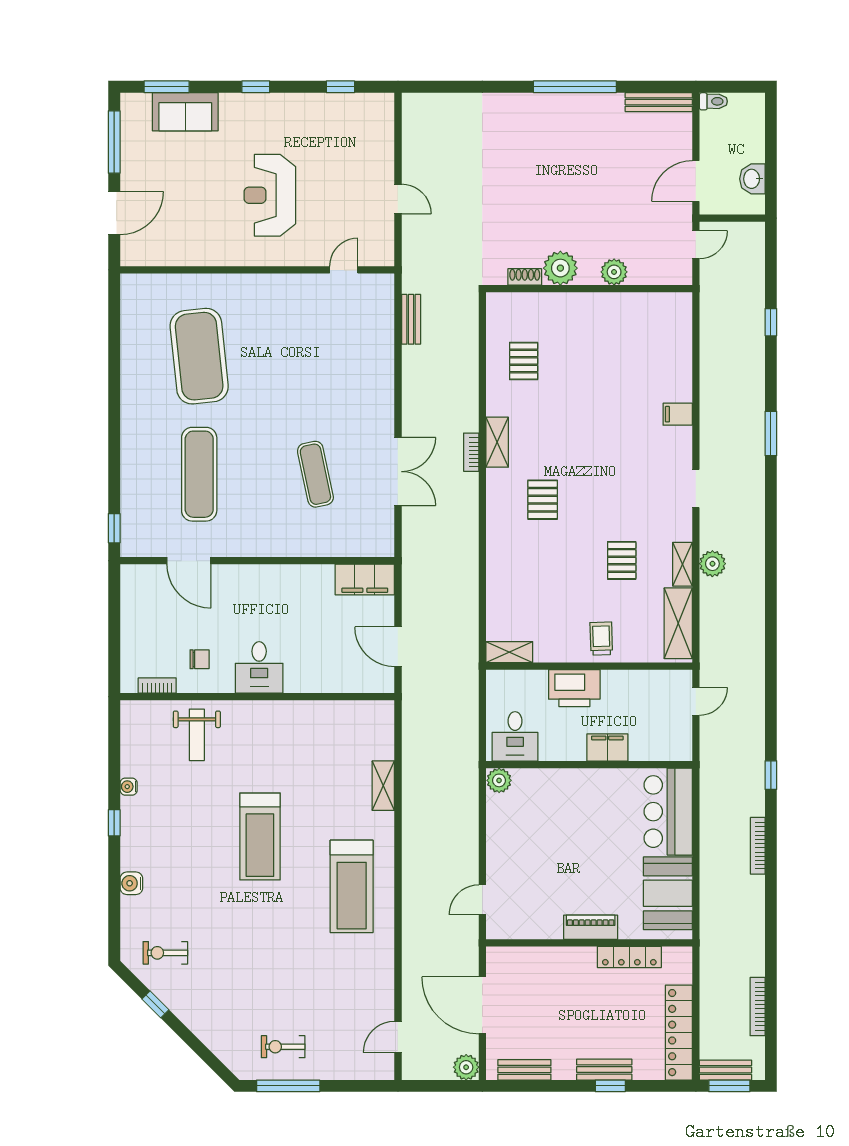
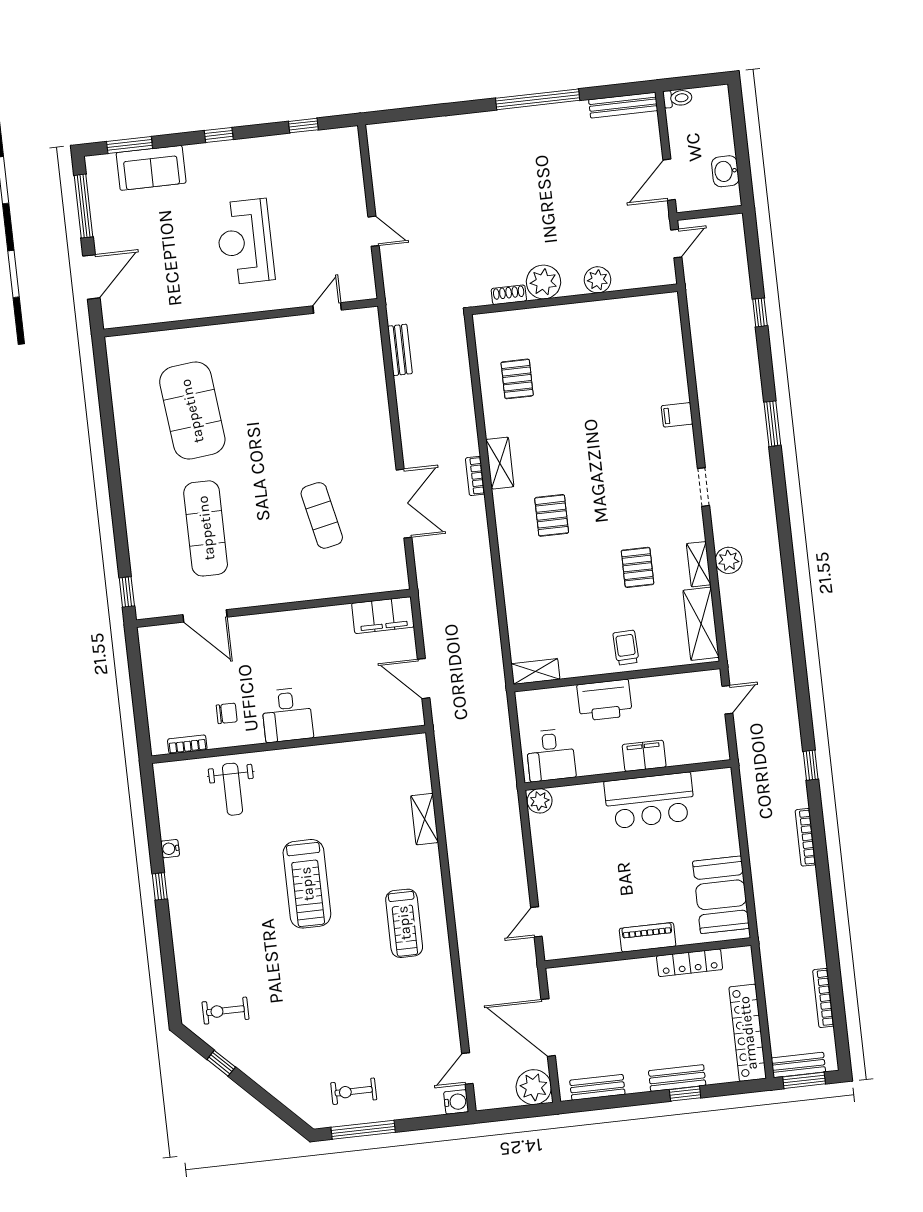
bar counter: (668, 812) -> (650, 801), moved, turned -90
water cooler: (131, 883) -> (456, 1102), moved, turned 180
treadmill: (352, 886) -> (404, 923), width x0.73, depth x0.73
plant: (466, 1067) -> (534, 1087), width x1.36, depth x1.36

